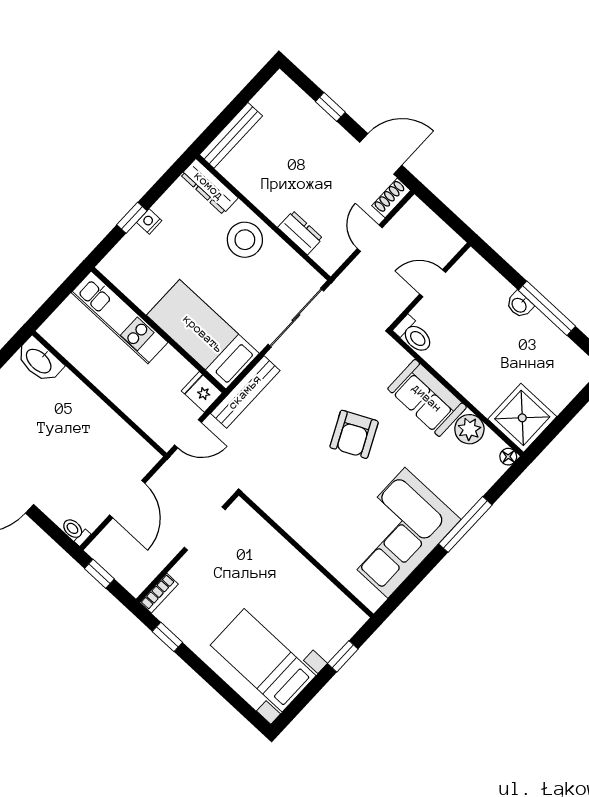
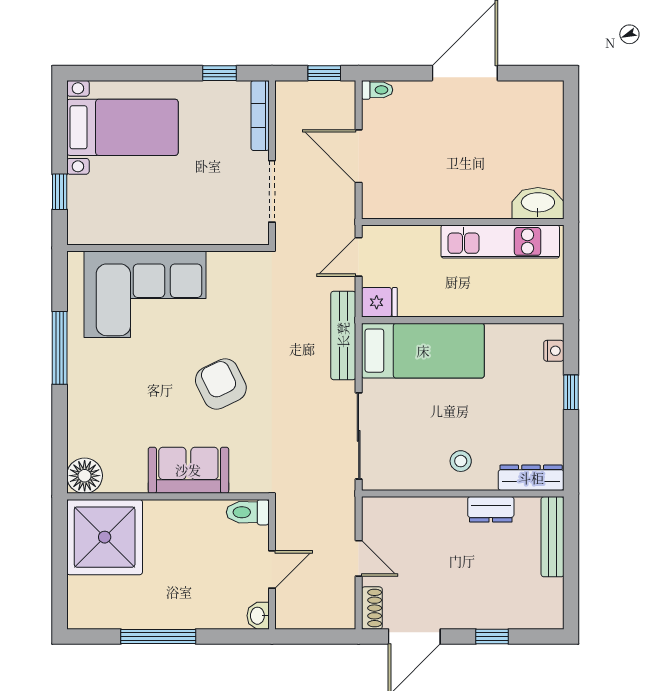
nightstand: (149, 222) -> (554, 351), moved
dresser: (300, 233) -> (491, 509), moved
stool: (245, 240) -> (461, 461), width x0.53, depth x0.53
washbasin: (519, 305) -> (258, 616), moved, turned -90
kitchen unit: (120, 317) -> (500, 241), moved, turned 180
shower: (522, 418) -> (105, 537), width x1.37, depth x1.37
plant: (469, 429) -> (129, 477), removed
floor lamp: (508, 457) -> (85, 476), width x1.89, depth x1.89
window: (465, 524) -> (60, 348), moved
corner sofa: (396, 533) -> (145, 294), moved, turned 90
bookcase: (159, 593) -> (260, 115), width x1.56

